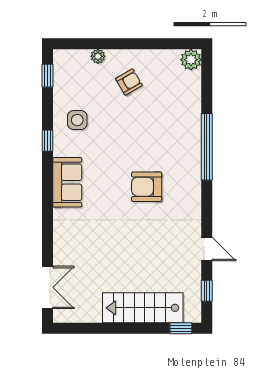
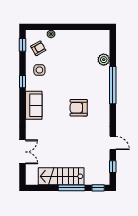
plant: (191, 60) -> (104, 60), moved
armchair: (129, 82) -> (38, 48), moved
double door: (48, 287) -> (23, 152), moved
stairs: (143, 308) -> (61, 176), moved
window: (134, 328) -> (72, 188), added

